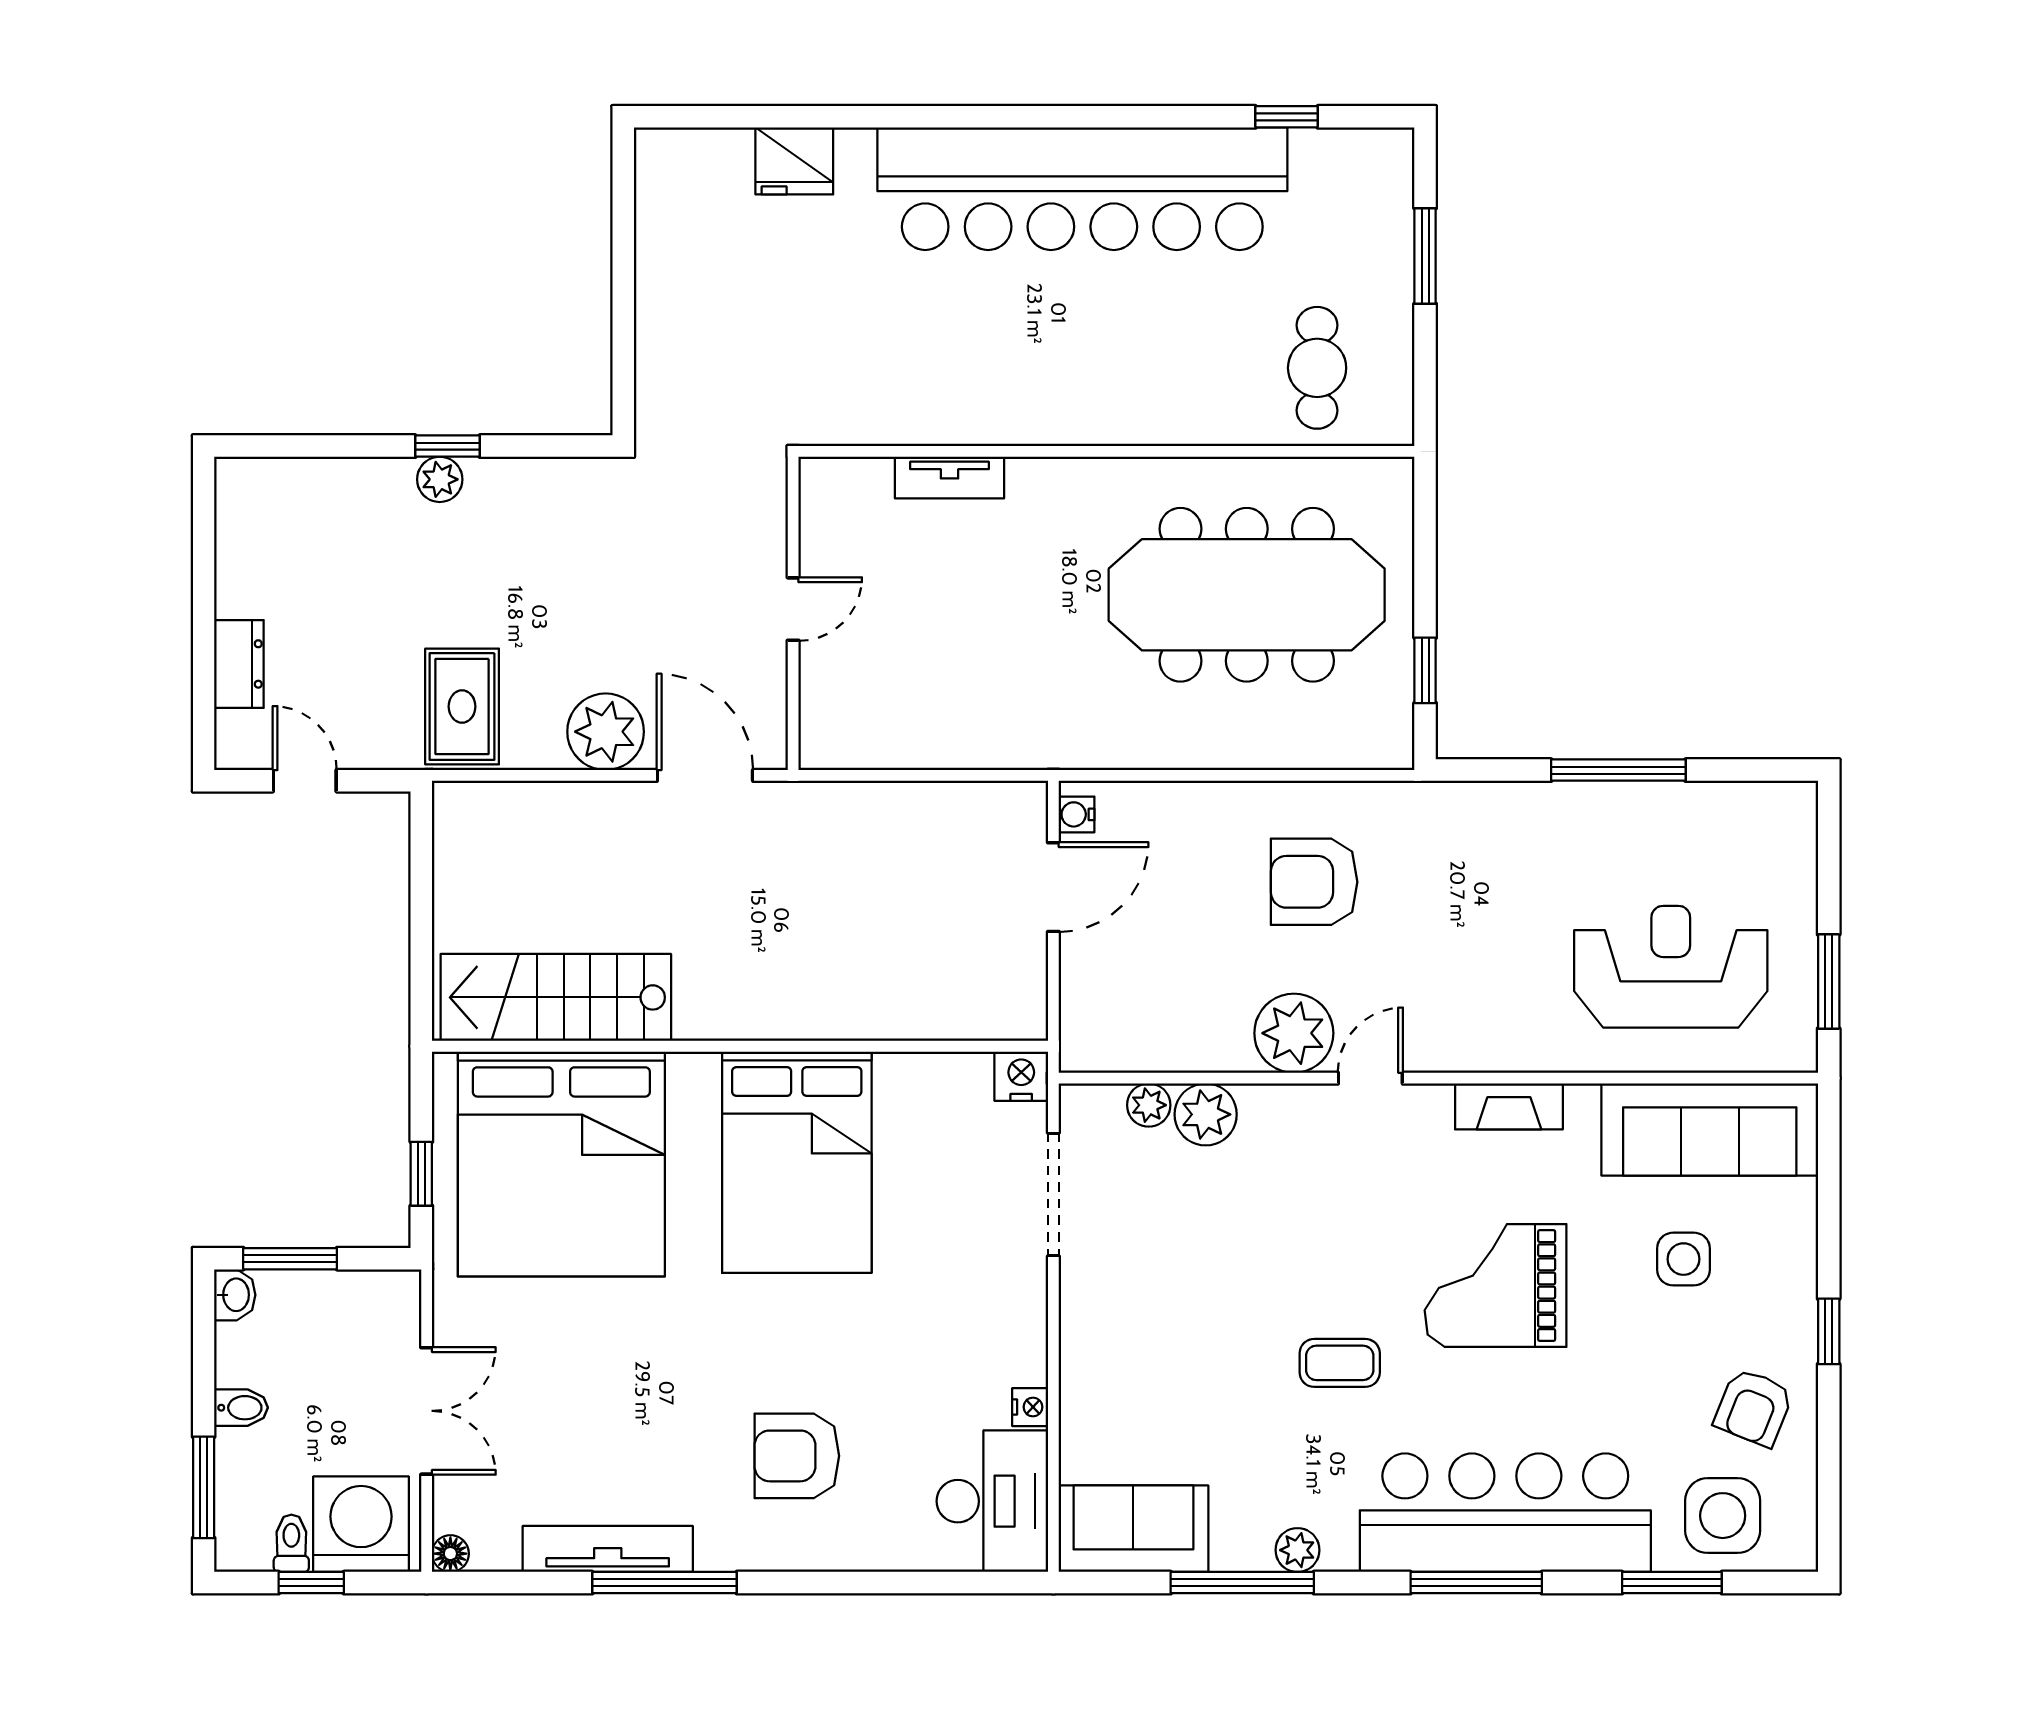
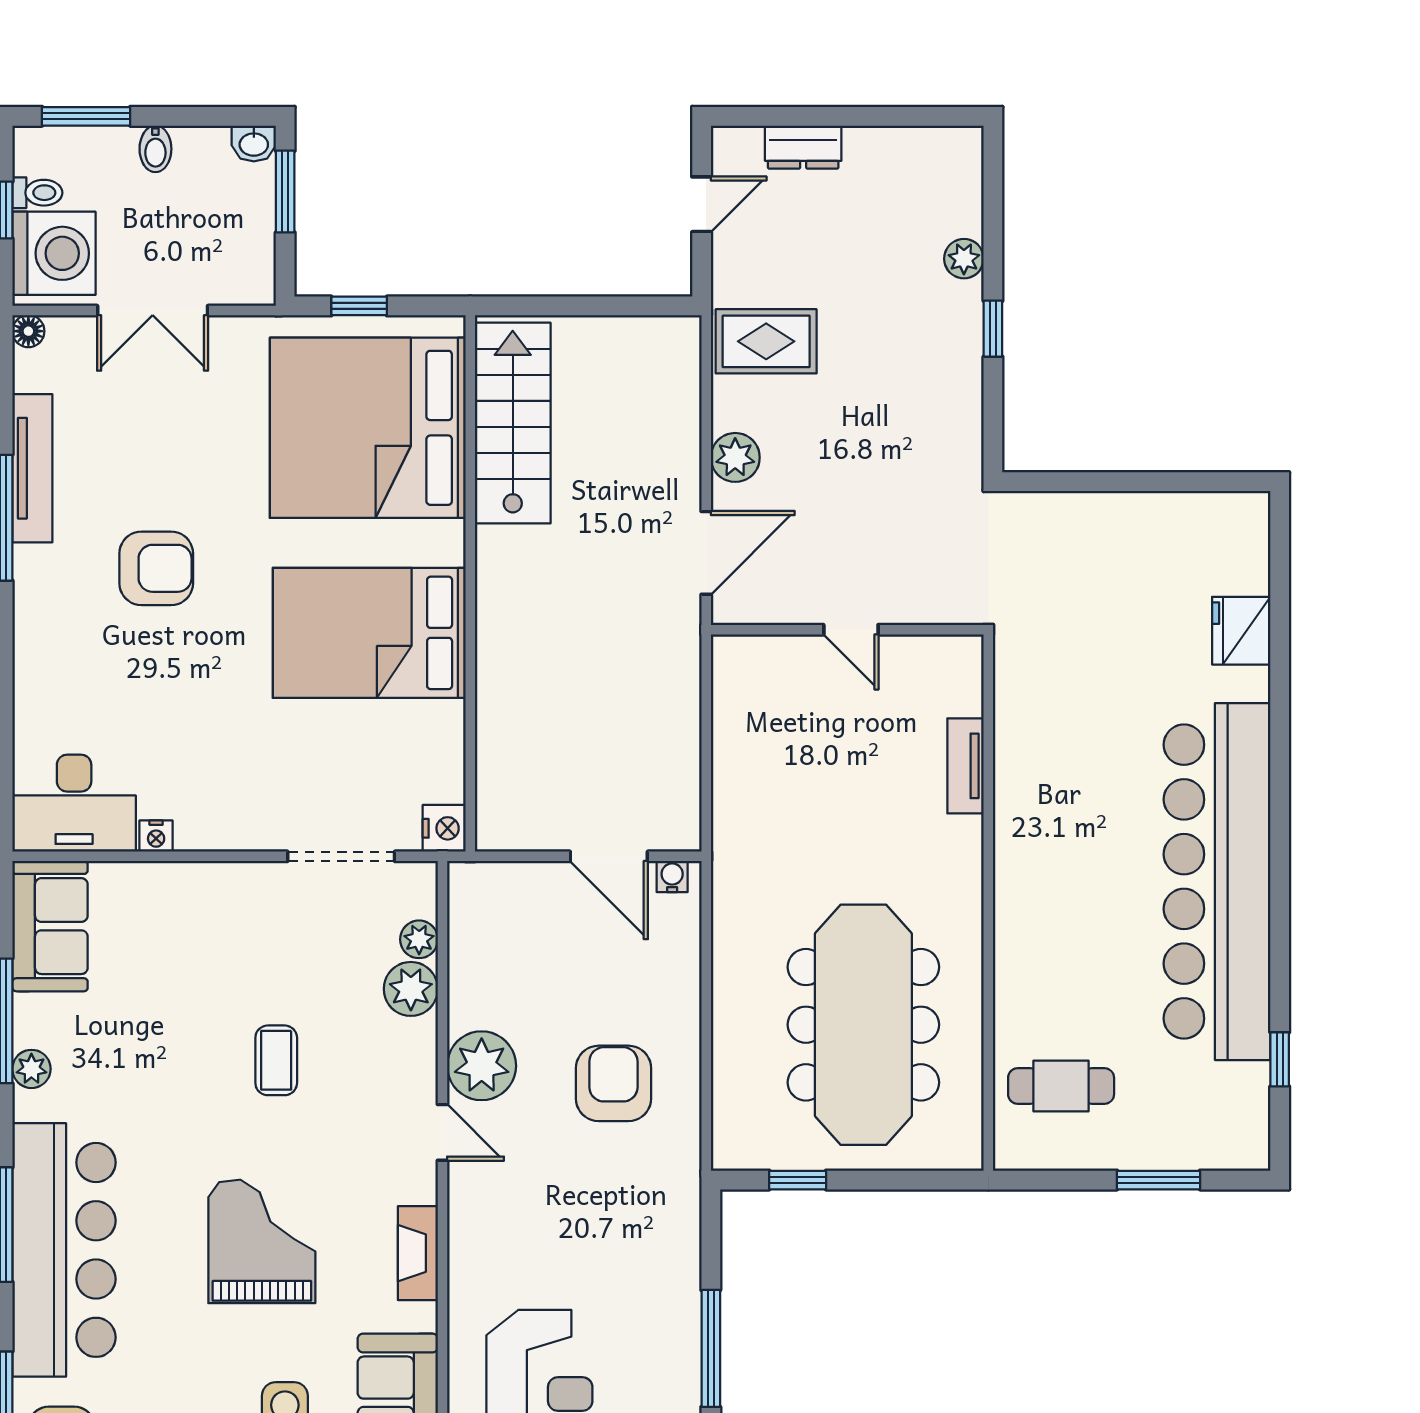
plant: (440, 479) -> (964, 259), moved
plant: (606, 732) -> (735, 457), width x0.73, depth x0.73
coffee table: (1340, 1363) -> (276, 1060), moved
armchair: (797, 1456) -> (156, 568), moved, turned 90

